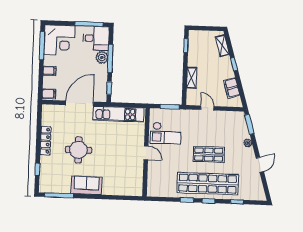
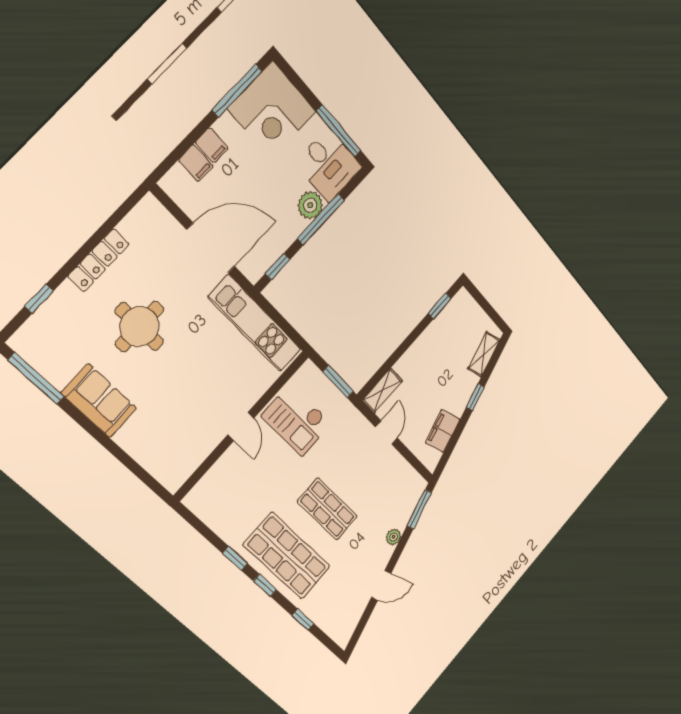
shelving: (192, 78) -> (382, 391), moved
filing cabinet: (49, 94) -> (196, 163), moved
shop shelf: (208, 184) -> (287, 556), width x0.71

